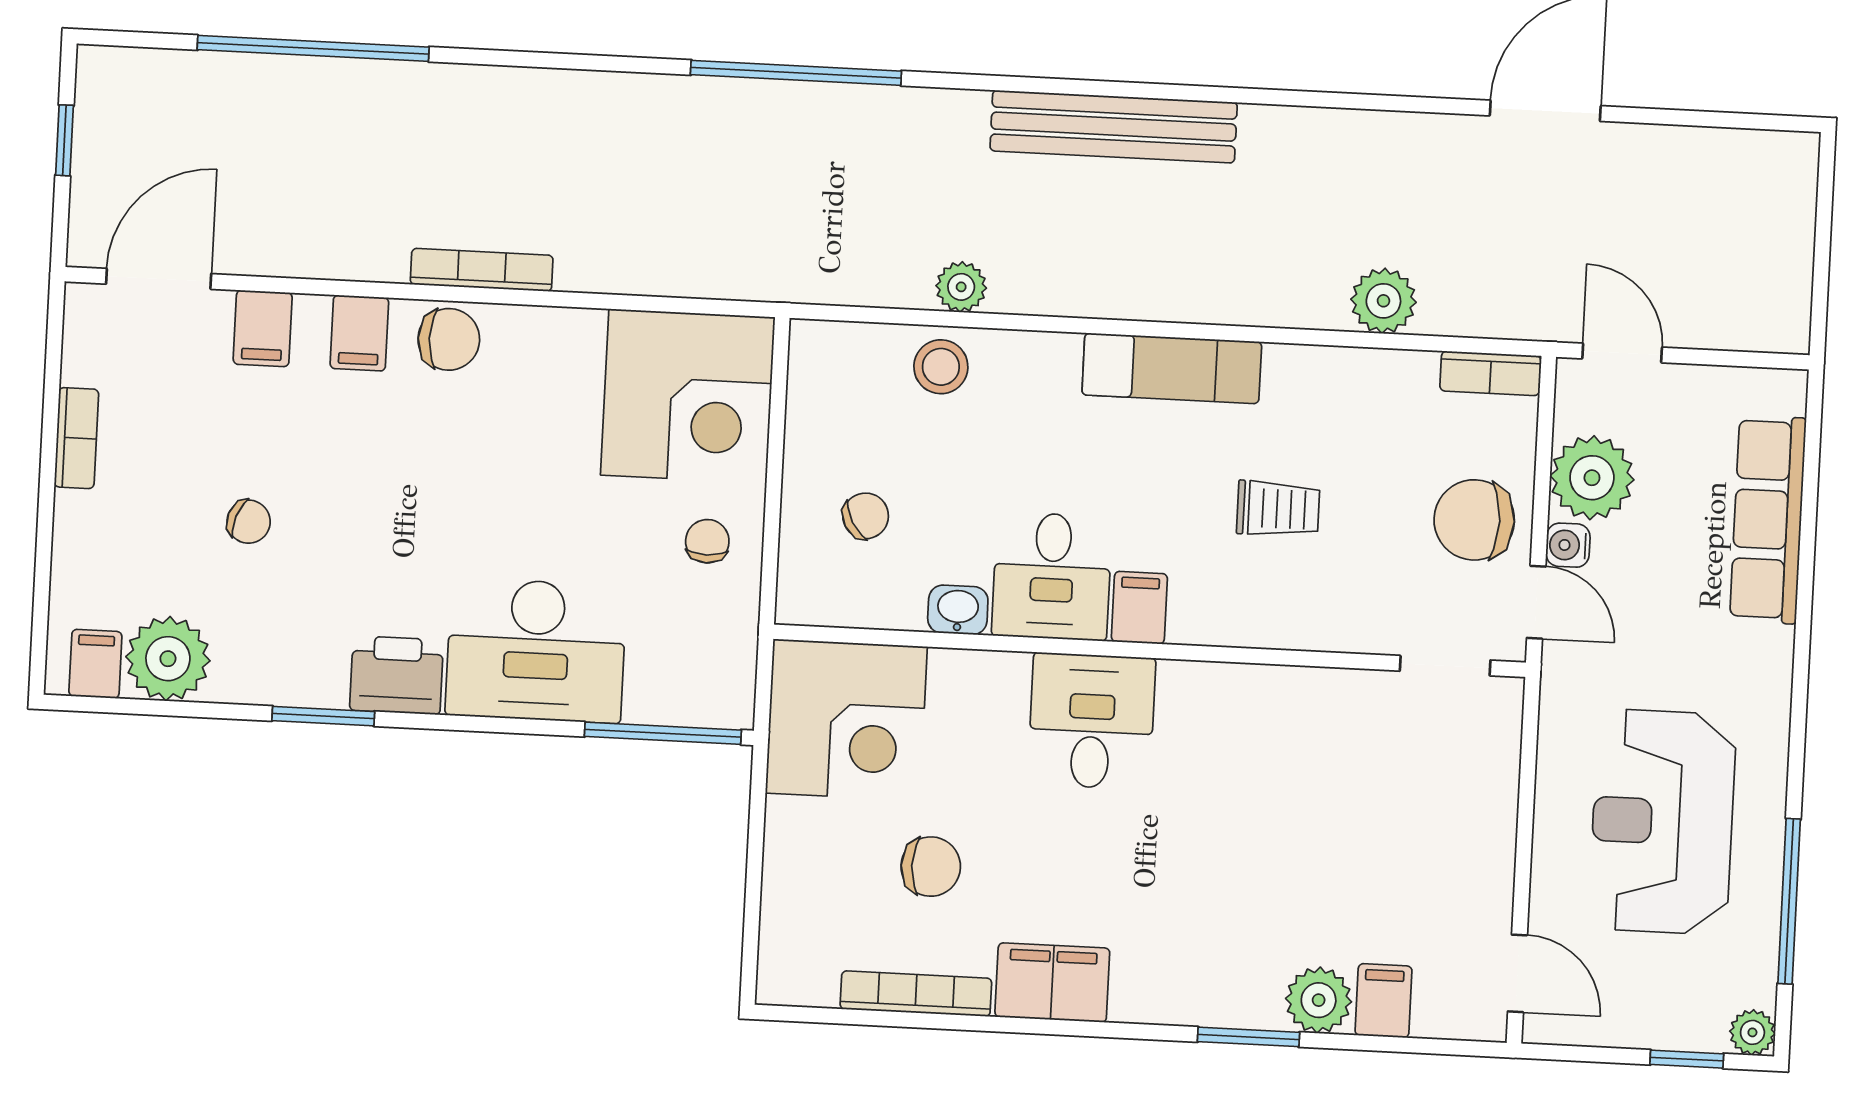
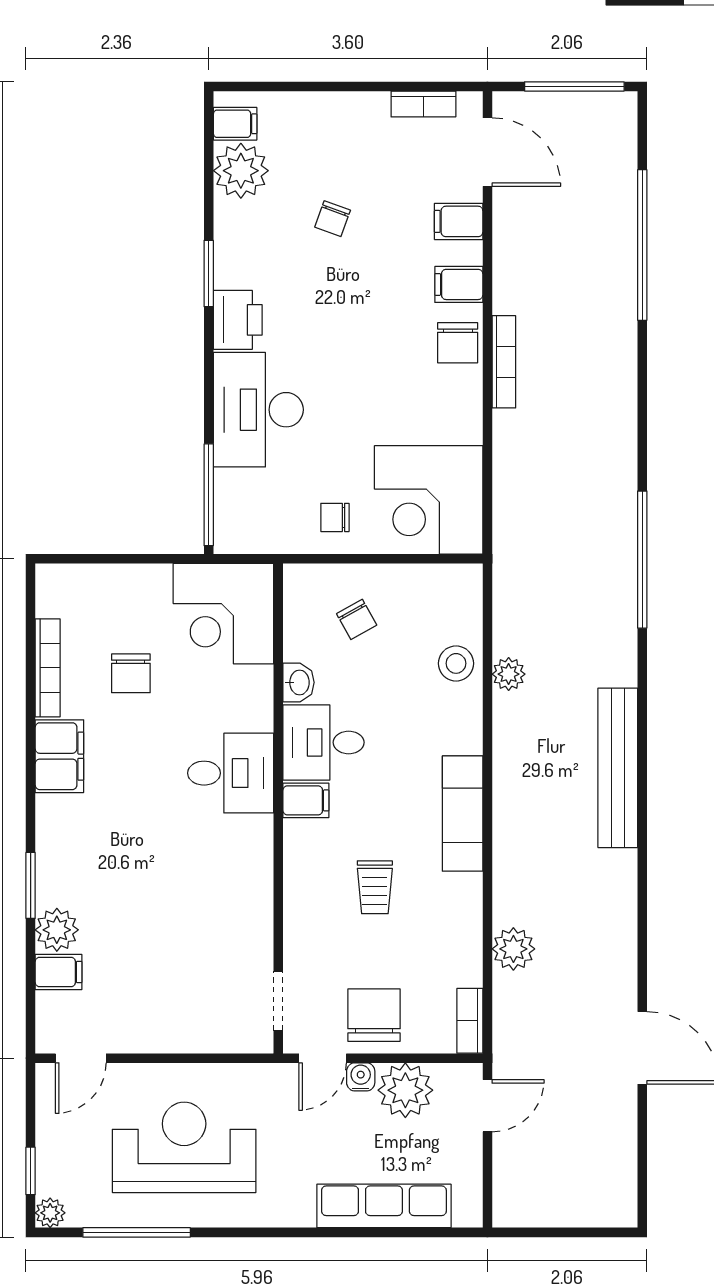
window: (64, 140) -> (574, 86), width x2.17
bookcase: (76, 438) -> (423, 104), moved
chair: (707, 541) -> (335, 517), turned 180

